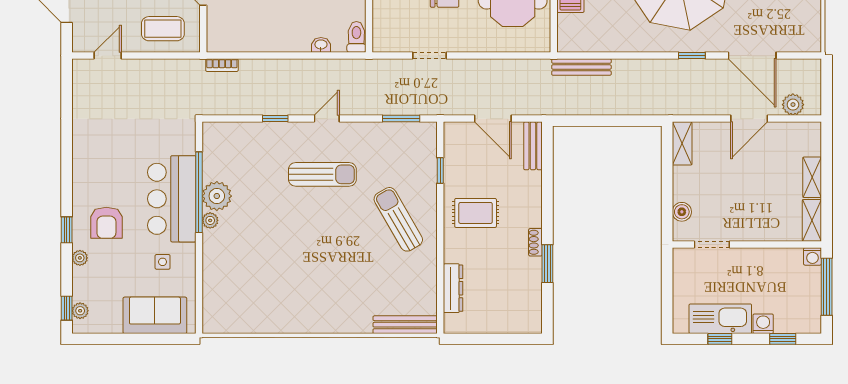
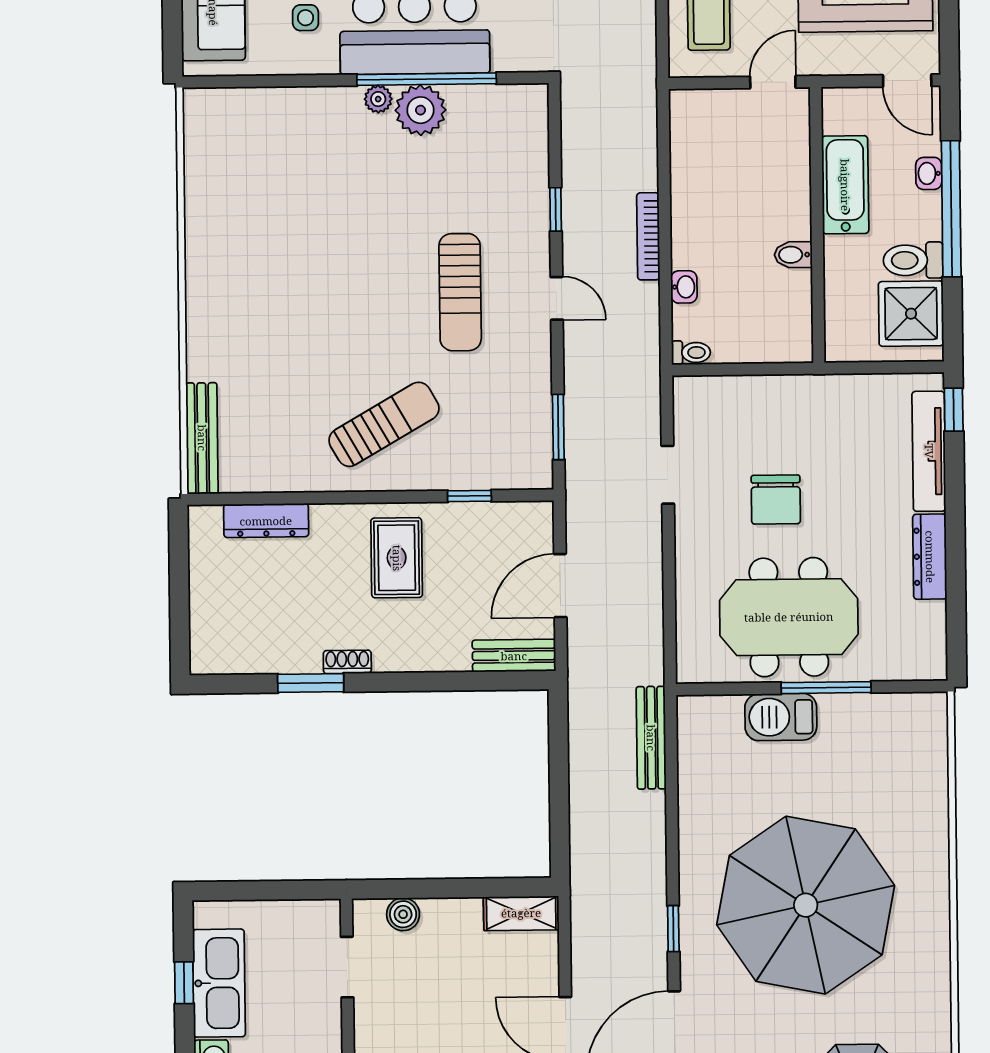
toilet: (356, 37) -> (691, 353), width x0.73, depth x0.72
bookcase: (222, 65) -> (648, 236), moved, width x1.56

